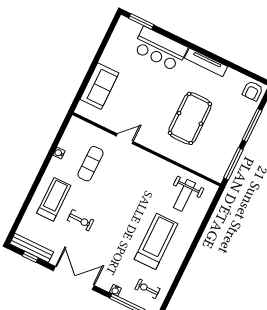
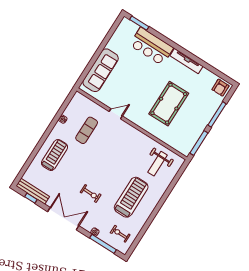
sofa: (99, 86) -> (101, 70), width x1.36
exercise bike: (81, 220) -> (91, 194), moved

